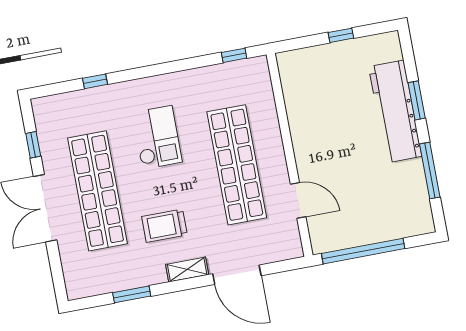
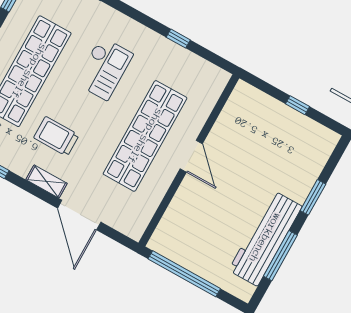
window: (234, 55) -> (178, 39), moved
workbench: (395, 111) -> (265, 238), moved
door: (298, 200) -> (191, 156), moved

